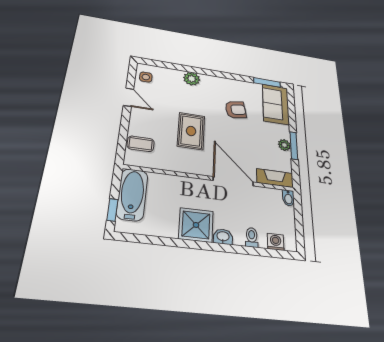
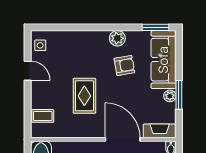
plant: (192, 79) -> (117, 38), moved
sofa: (276, 104) -> (163, 60), width x1.36

